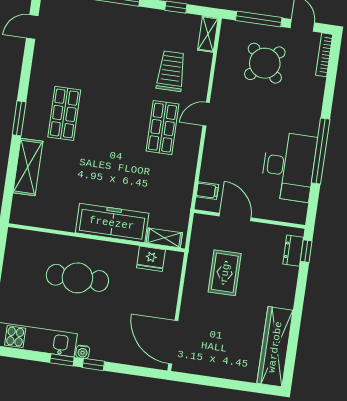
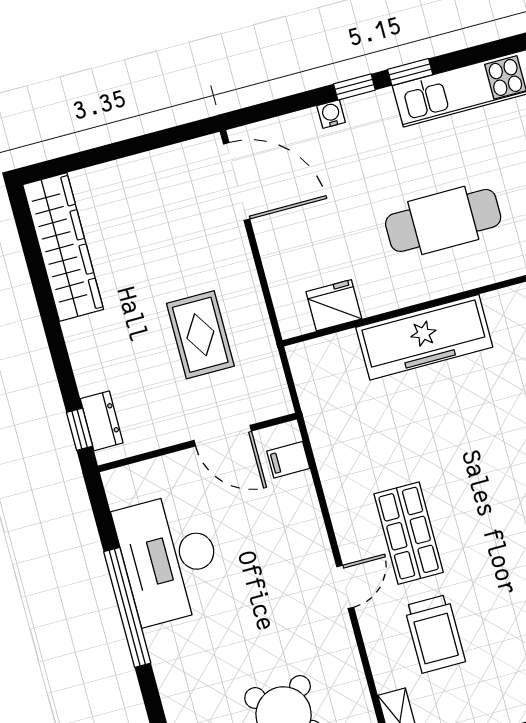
shelving: (164, 238) -> (327, 350), removed
water cooler: (83, 352) -> (331, 114), moved

